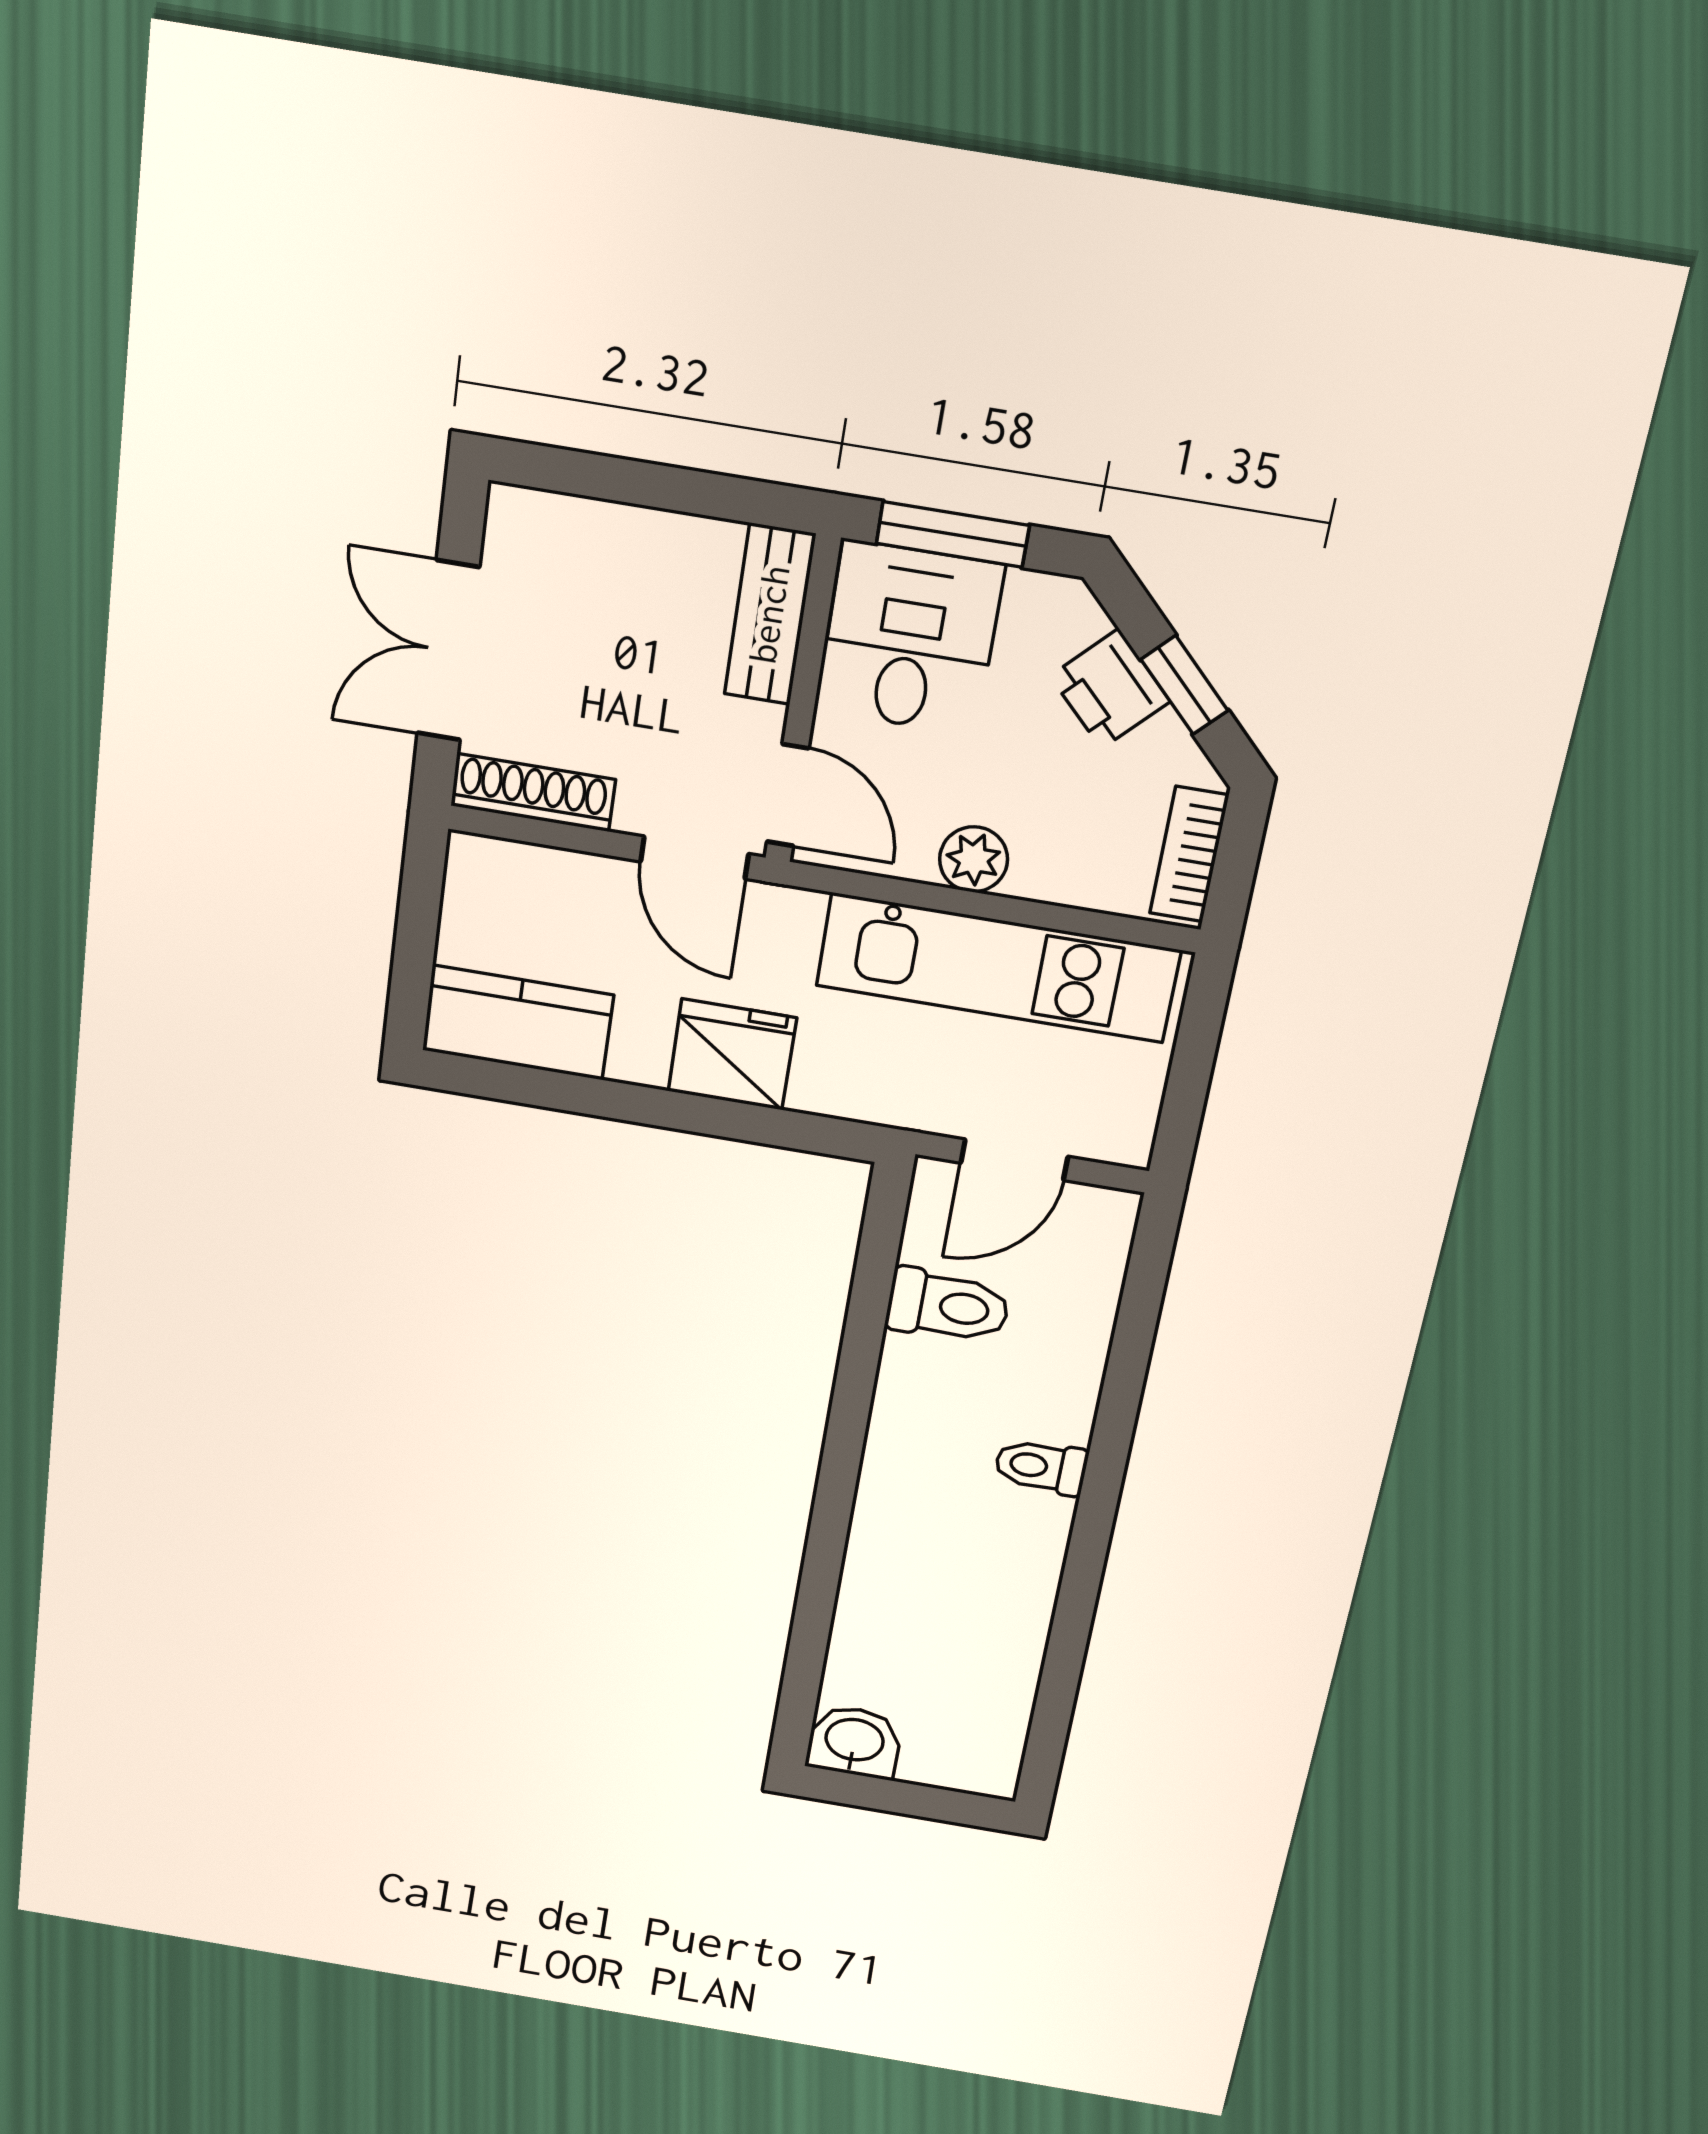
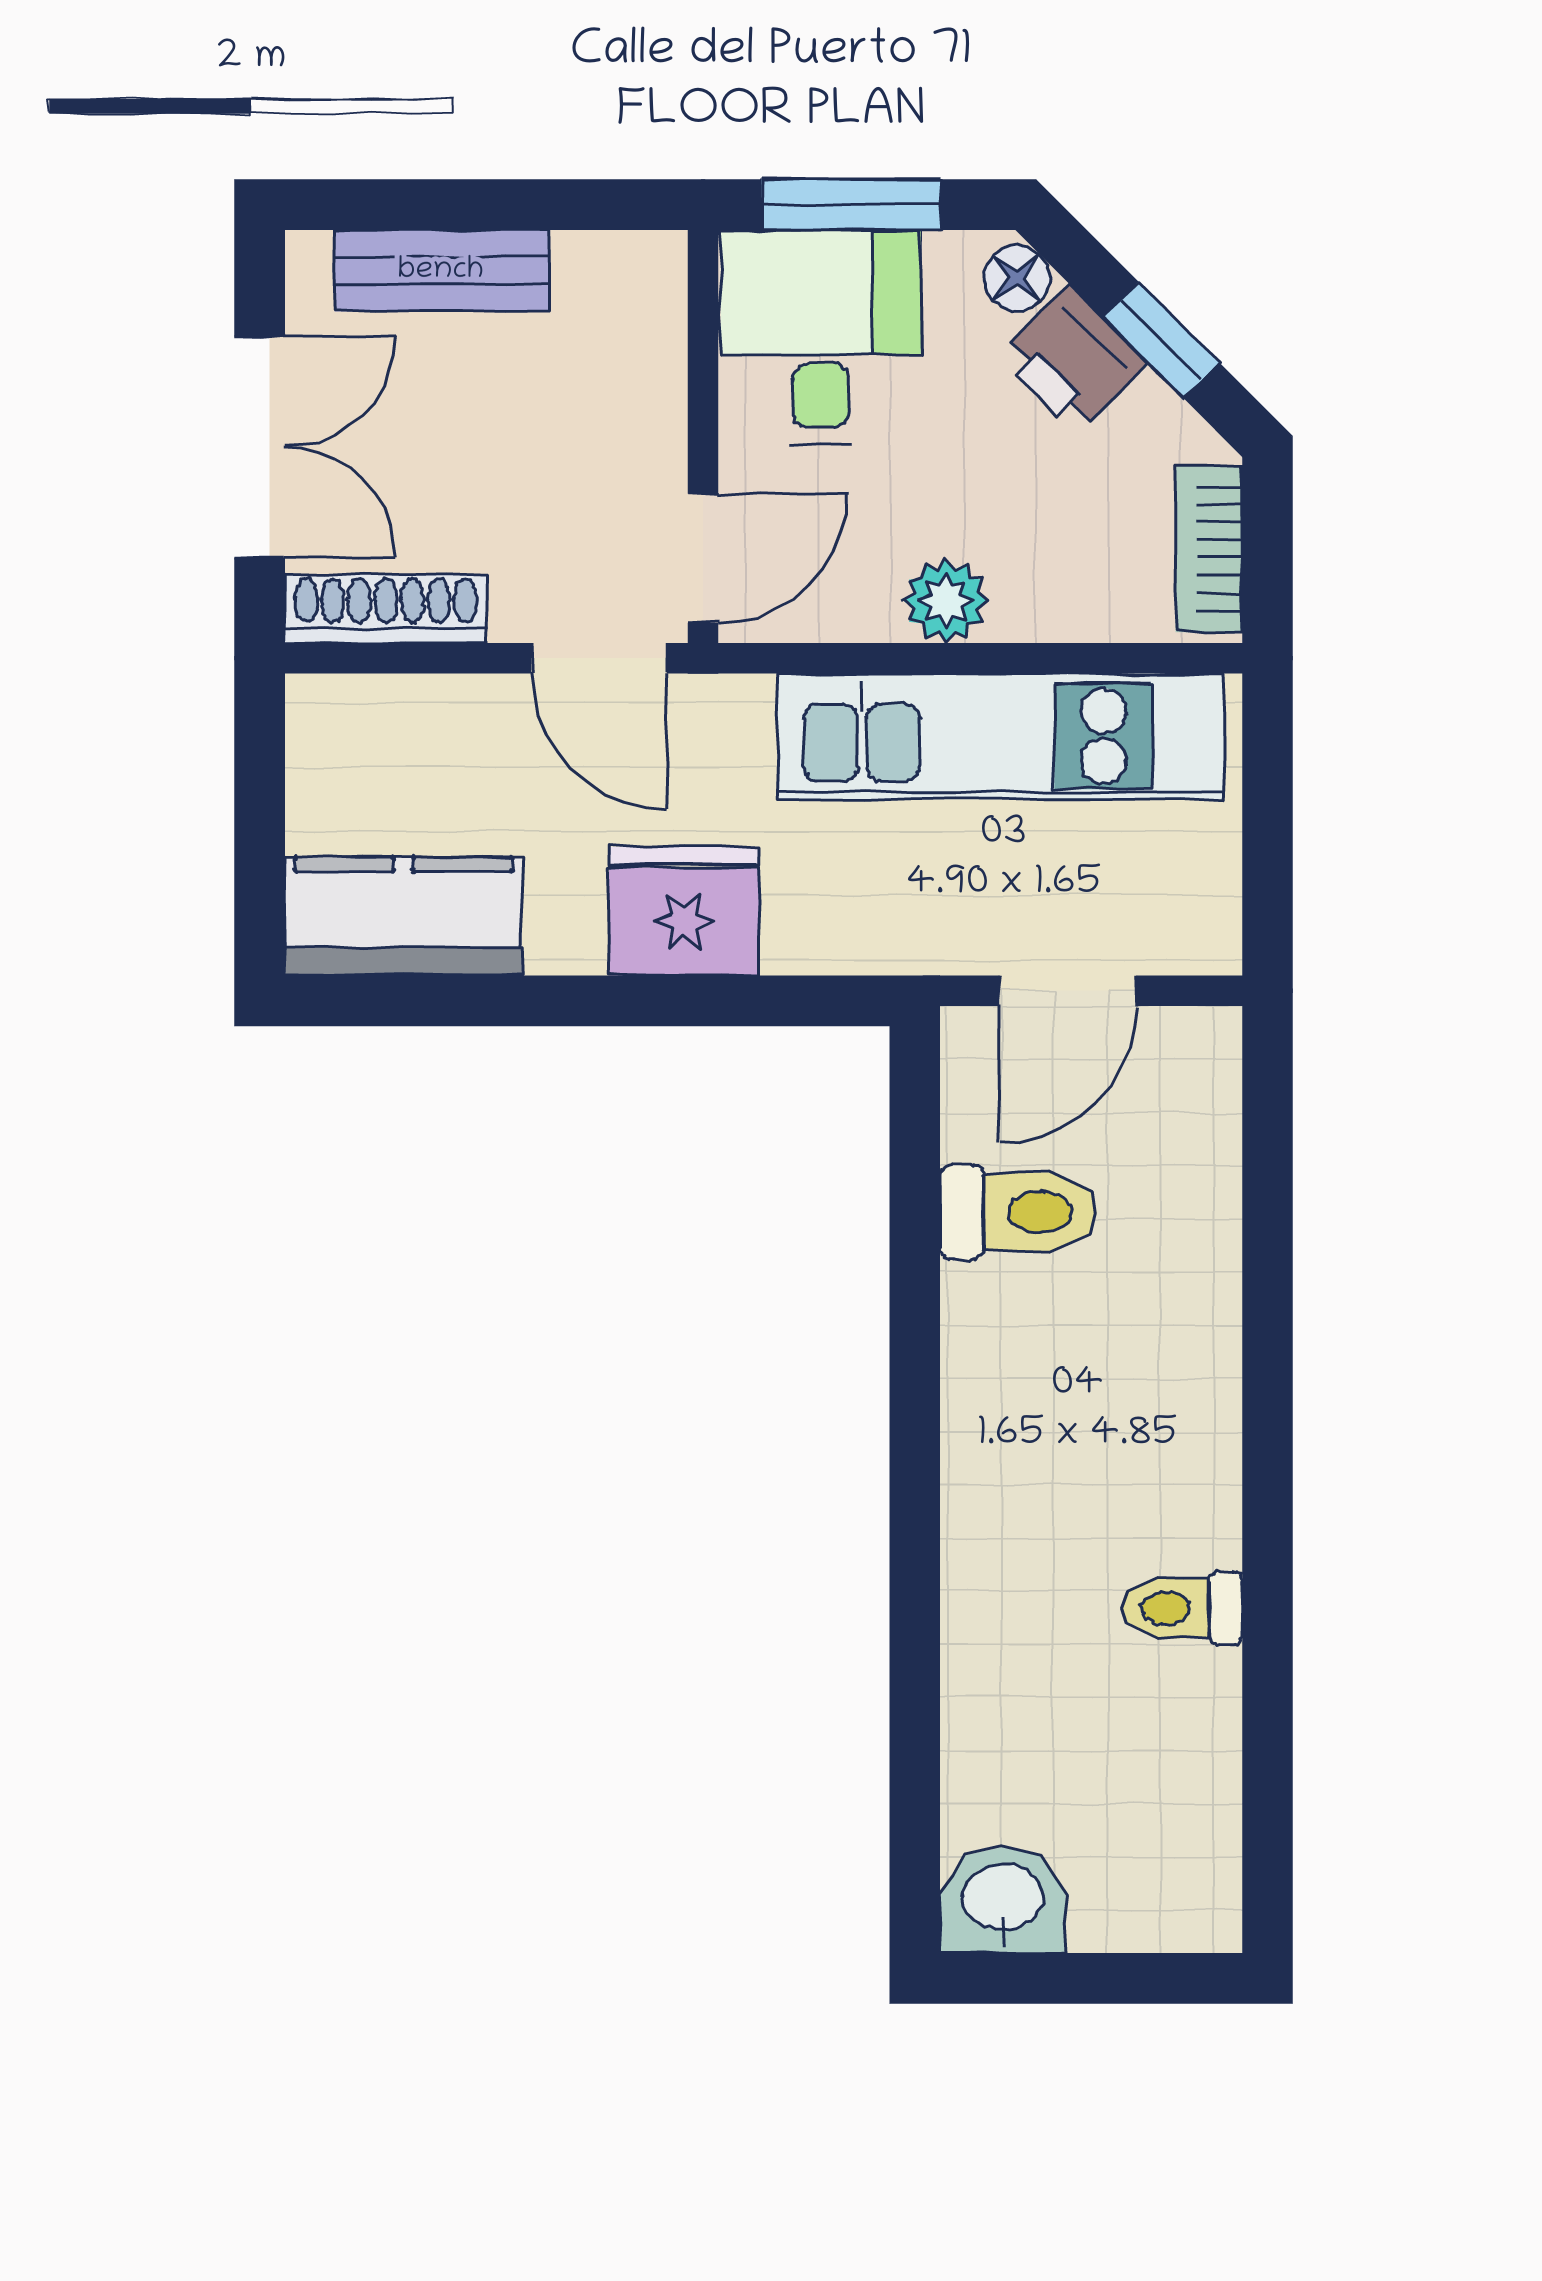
bench: (770, 614) -> (441, 271), moved, turned 90
floor lamp: (1077, 616) -> (1017, 278), added
double door: (448, 651) -> (260, 447), swing flipped
door: (788, 795) -> (703, 558), hinge flipped
toilet: (1041, 1467) -> (1182, 1608), moved

